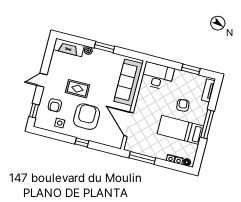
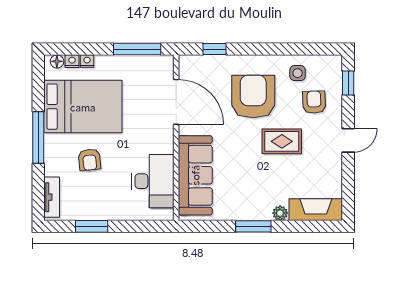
desk: (158, 76) -> (153, 181), moved, turned -90
armchair: (87, 117) -> (253, 96), turned 180
bed: (180, 130) -> (83, 107), width x1.50
window: (82, 142) -> (215, 49), moved

